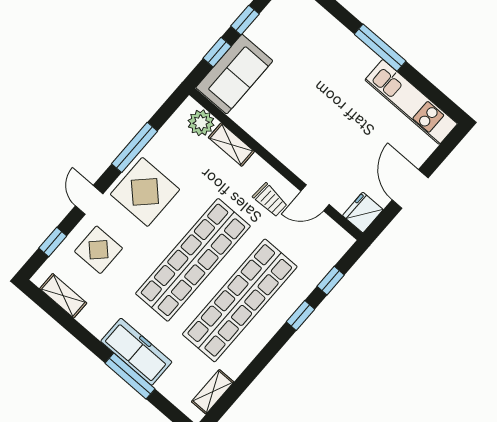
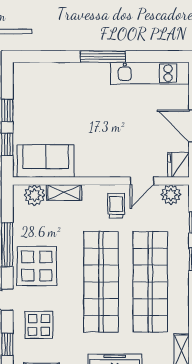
sofa: (234, 74) -> (46, 161), moved, turned -90
trolley: (270, 200) -> (116, 206), turned -93
plant: (331, 235) -> (171, 195), added

